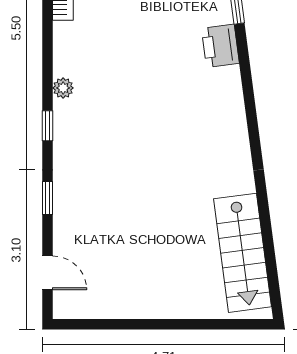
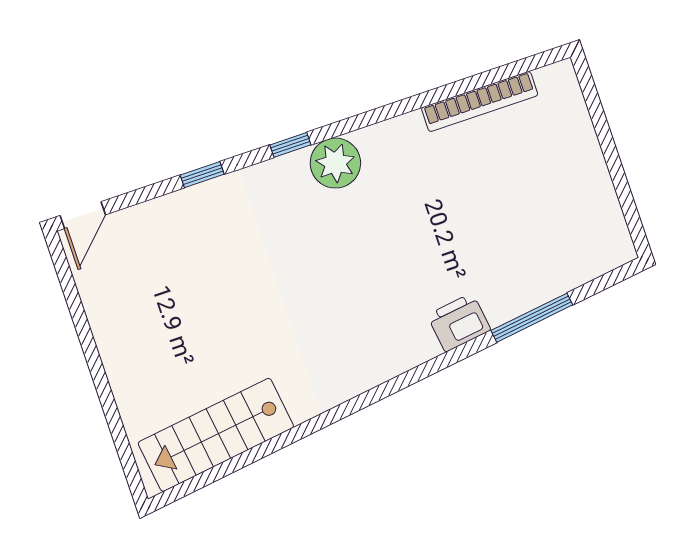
plant: (63, 88) -> (335, 163), width x1.87, depth x1.87
door: (48, 273) -> (83, 215), moved

